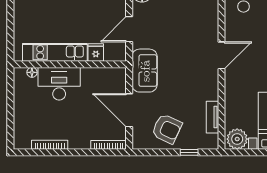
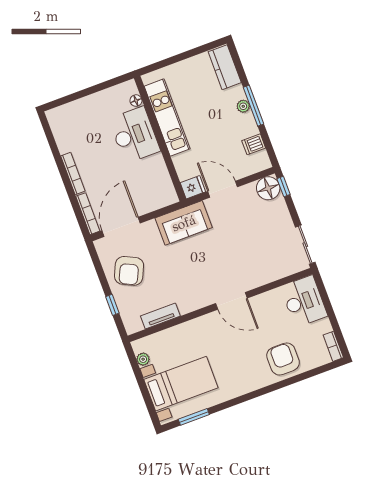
fridge: (96, 52) -> (193, 187), moved
door: (129, 110) -> (121, 227), moved
plant: (237, 139) -> (143, 359), width x0.53, depth x0.53
bookcase: (50, 145) -> (73, 173), moved

